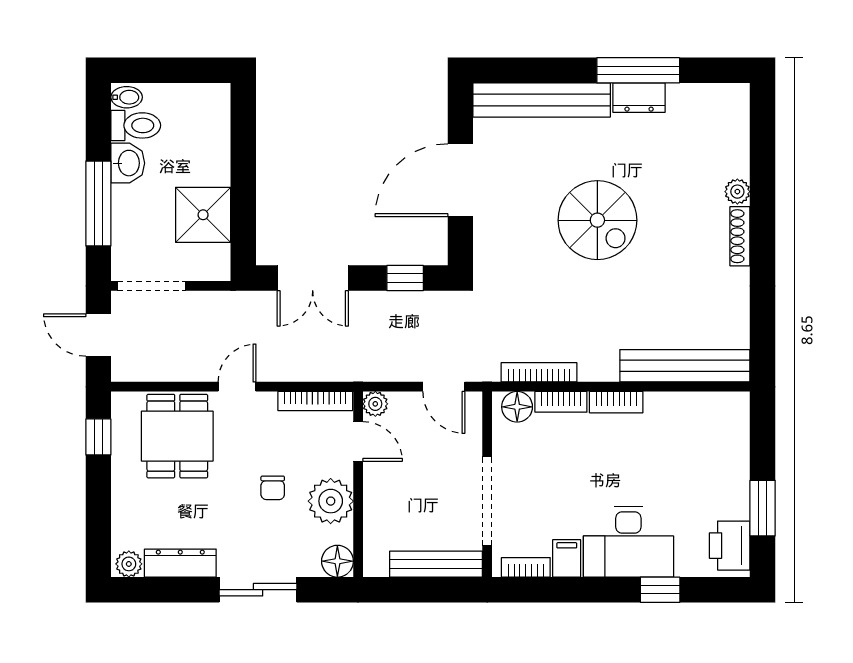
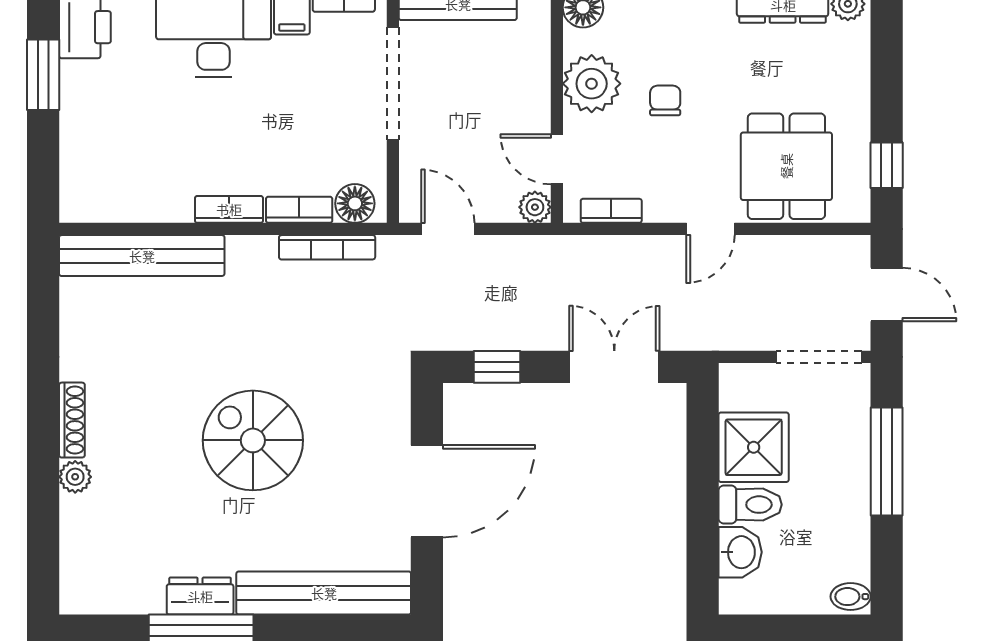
toilet: (136, 125) -> (750, 505), moved, turned 180
washbasin: (128, 163) -> (740, 552), moved, turned 180
bookcase: (315, 401) -> (611, 211), width x0.64

